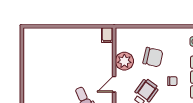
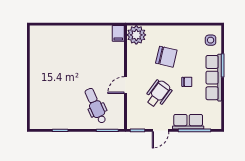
plant: (124, 61) -> (136, 35), moved

